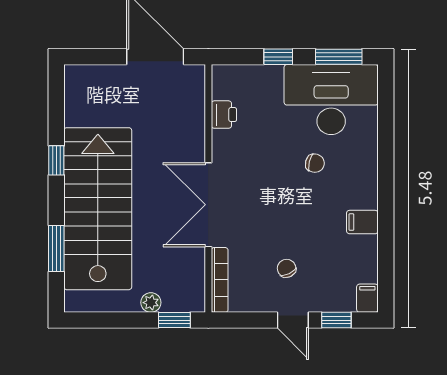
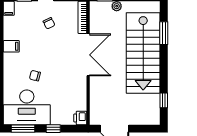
printer: (224, 115) -> (80, 118), moved
window: (56, 160) -> (164, 100), moved

